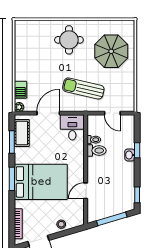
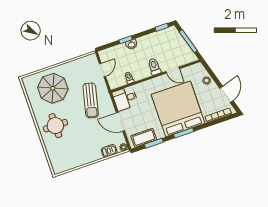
toilet: (97, 150) -> (154, 67), moved
bed: (41, 182) -> (178, 109), width x1.36

